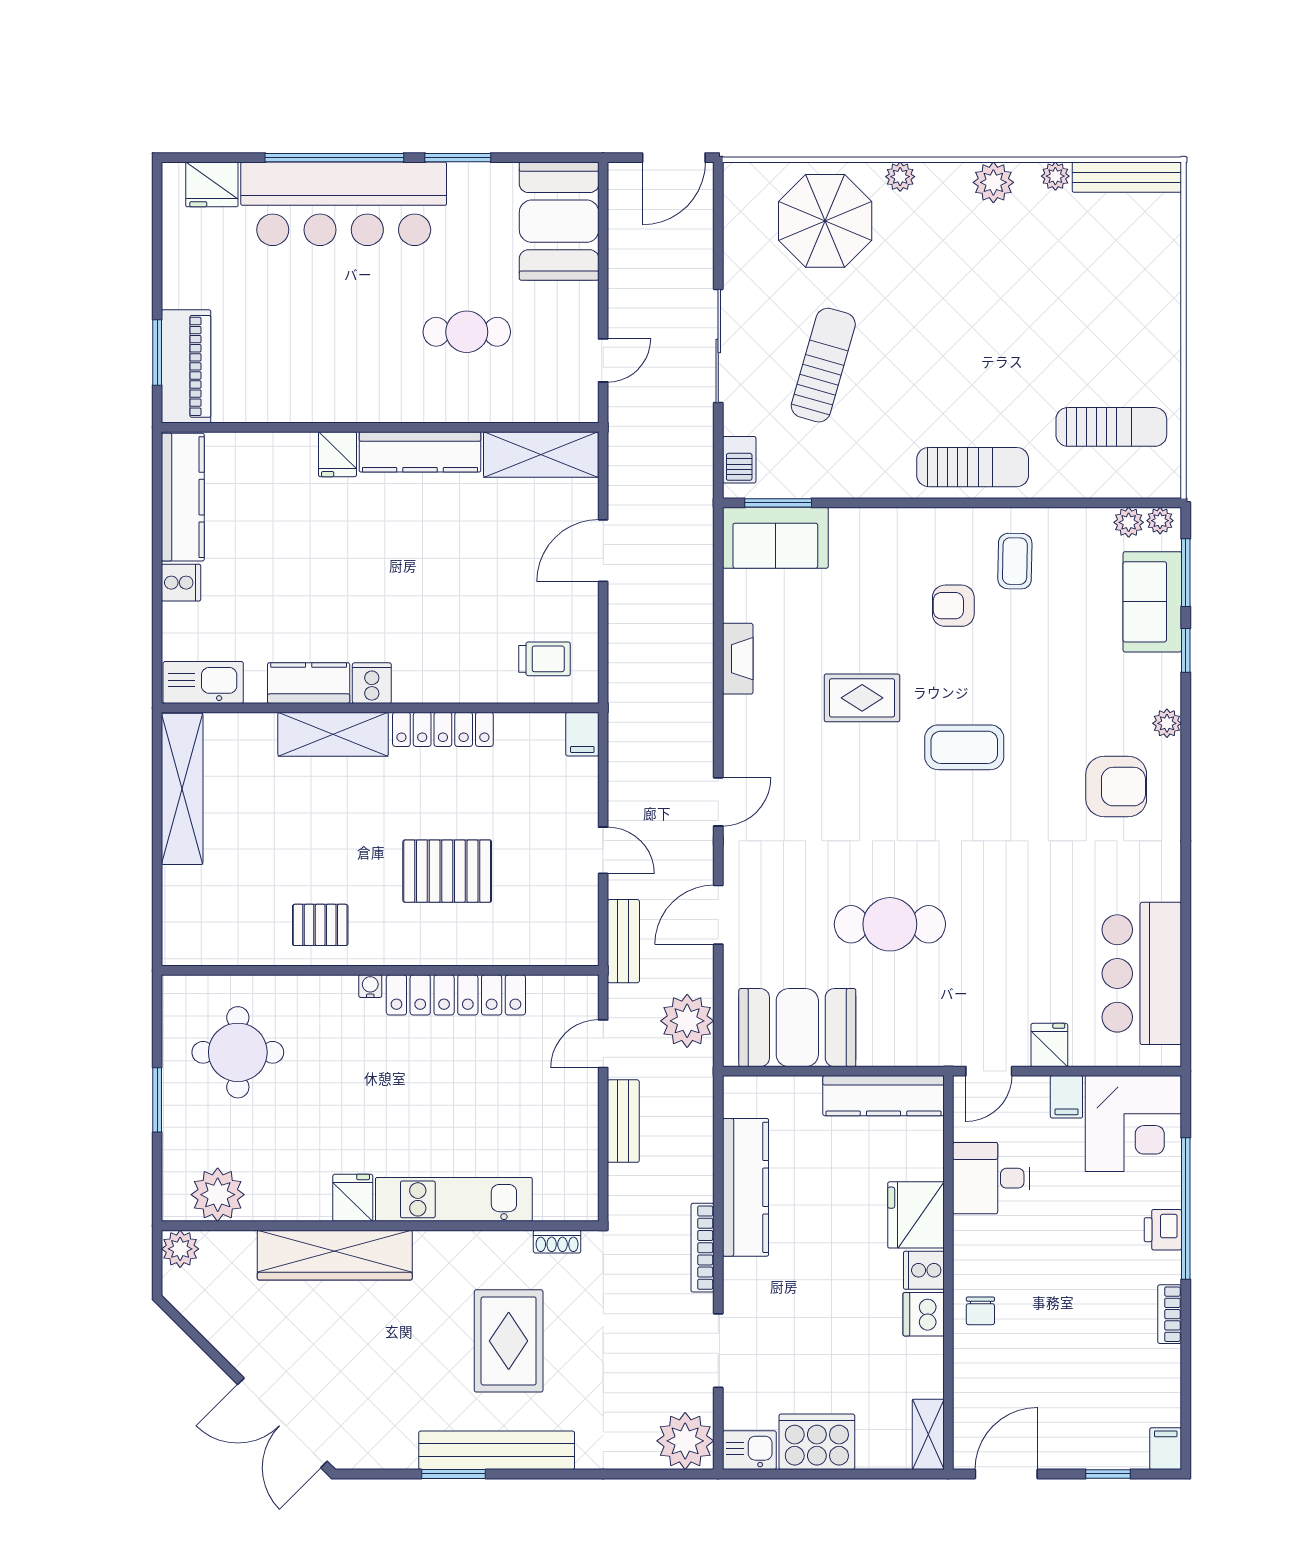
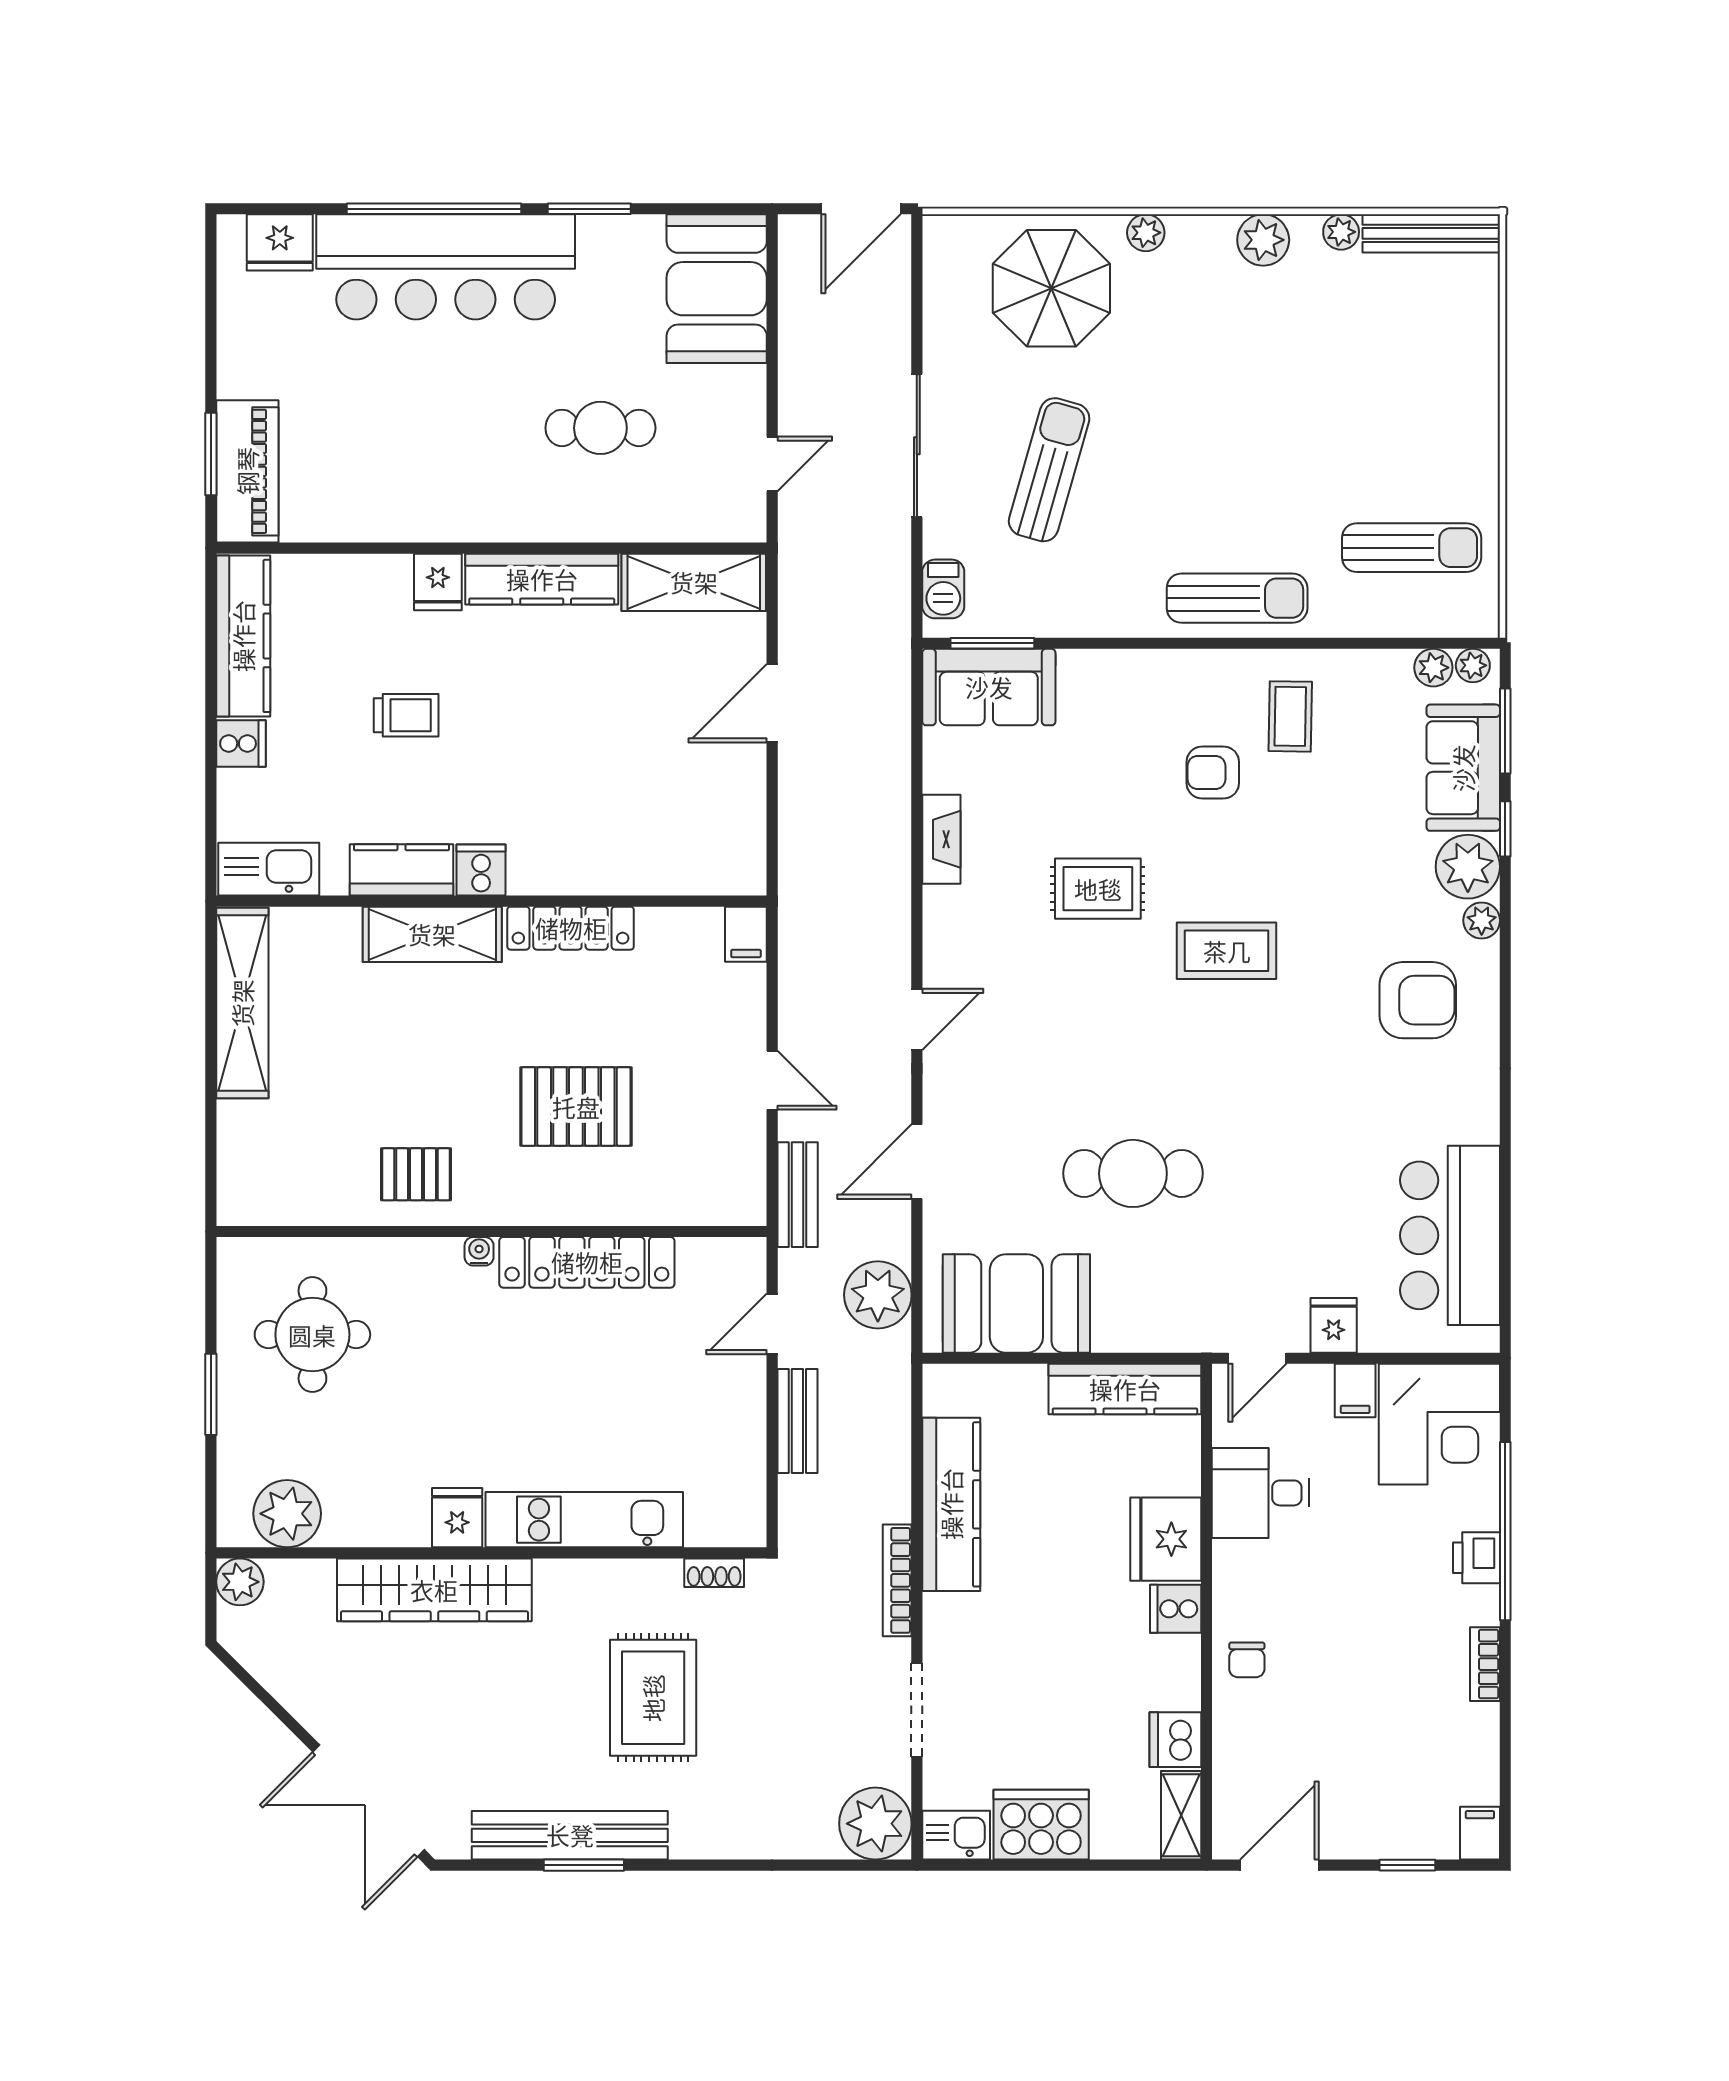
trolley: (545, 659) -> (406, 715), moved
plant: (1156, 680) -> (1468, 867), added
dishwasher: (924, 1314) -> (1175, 1740), moved
bench: (497, 1450) -> (570, 1835), moved

